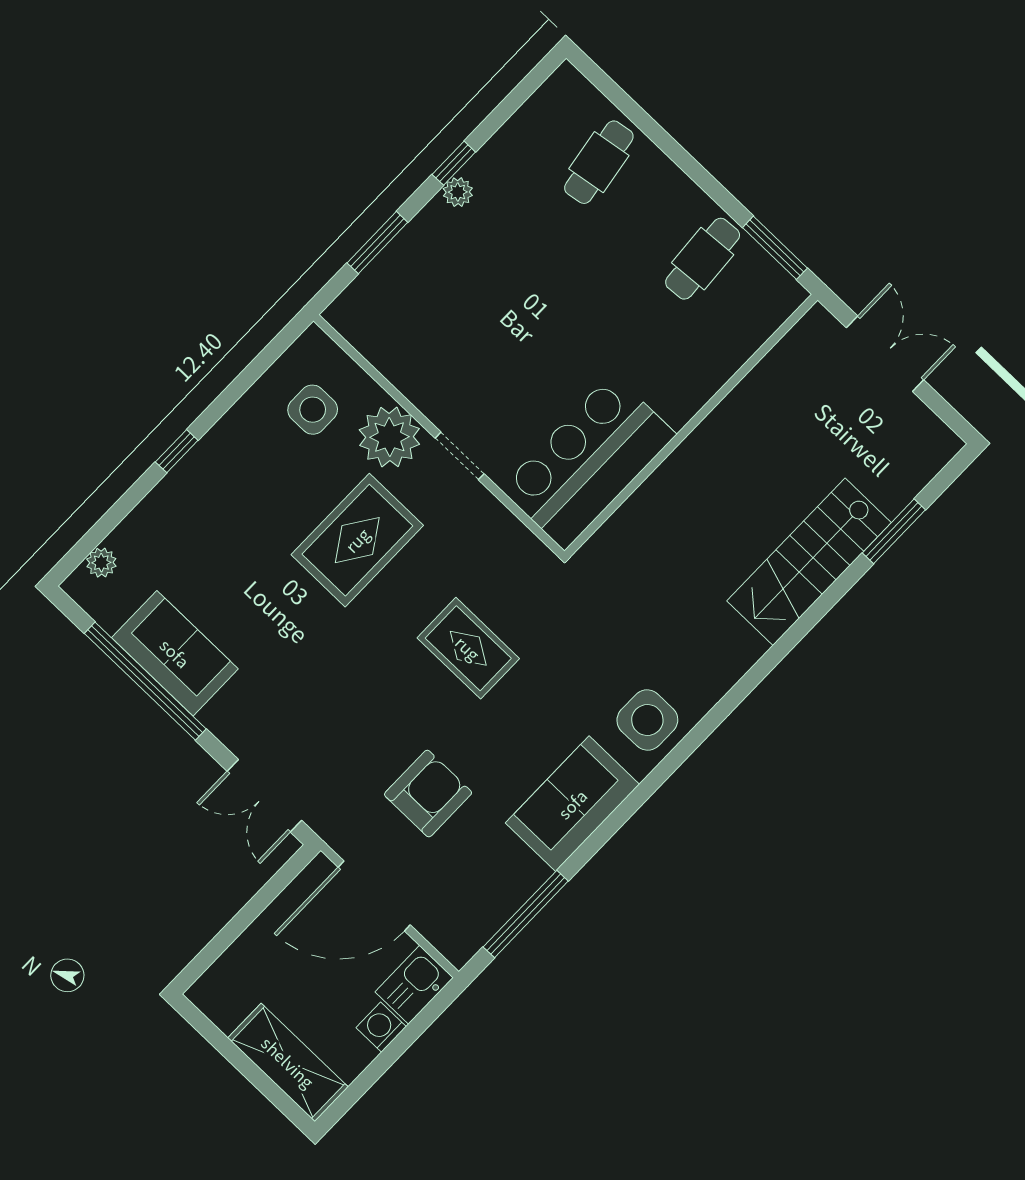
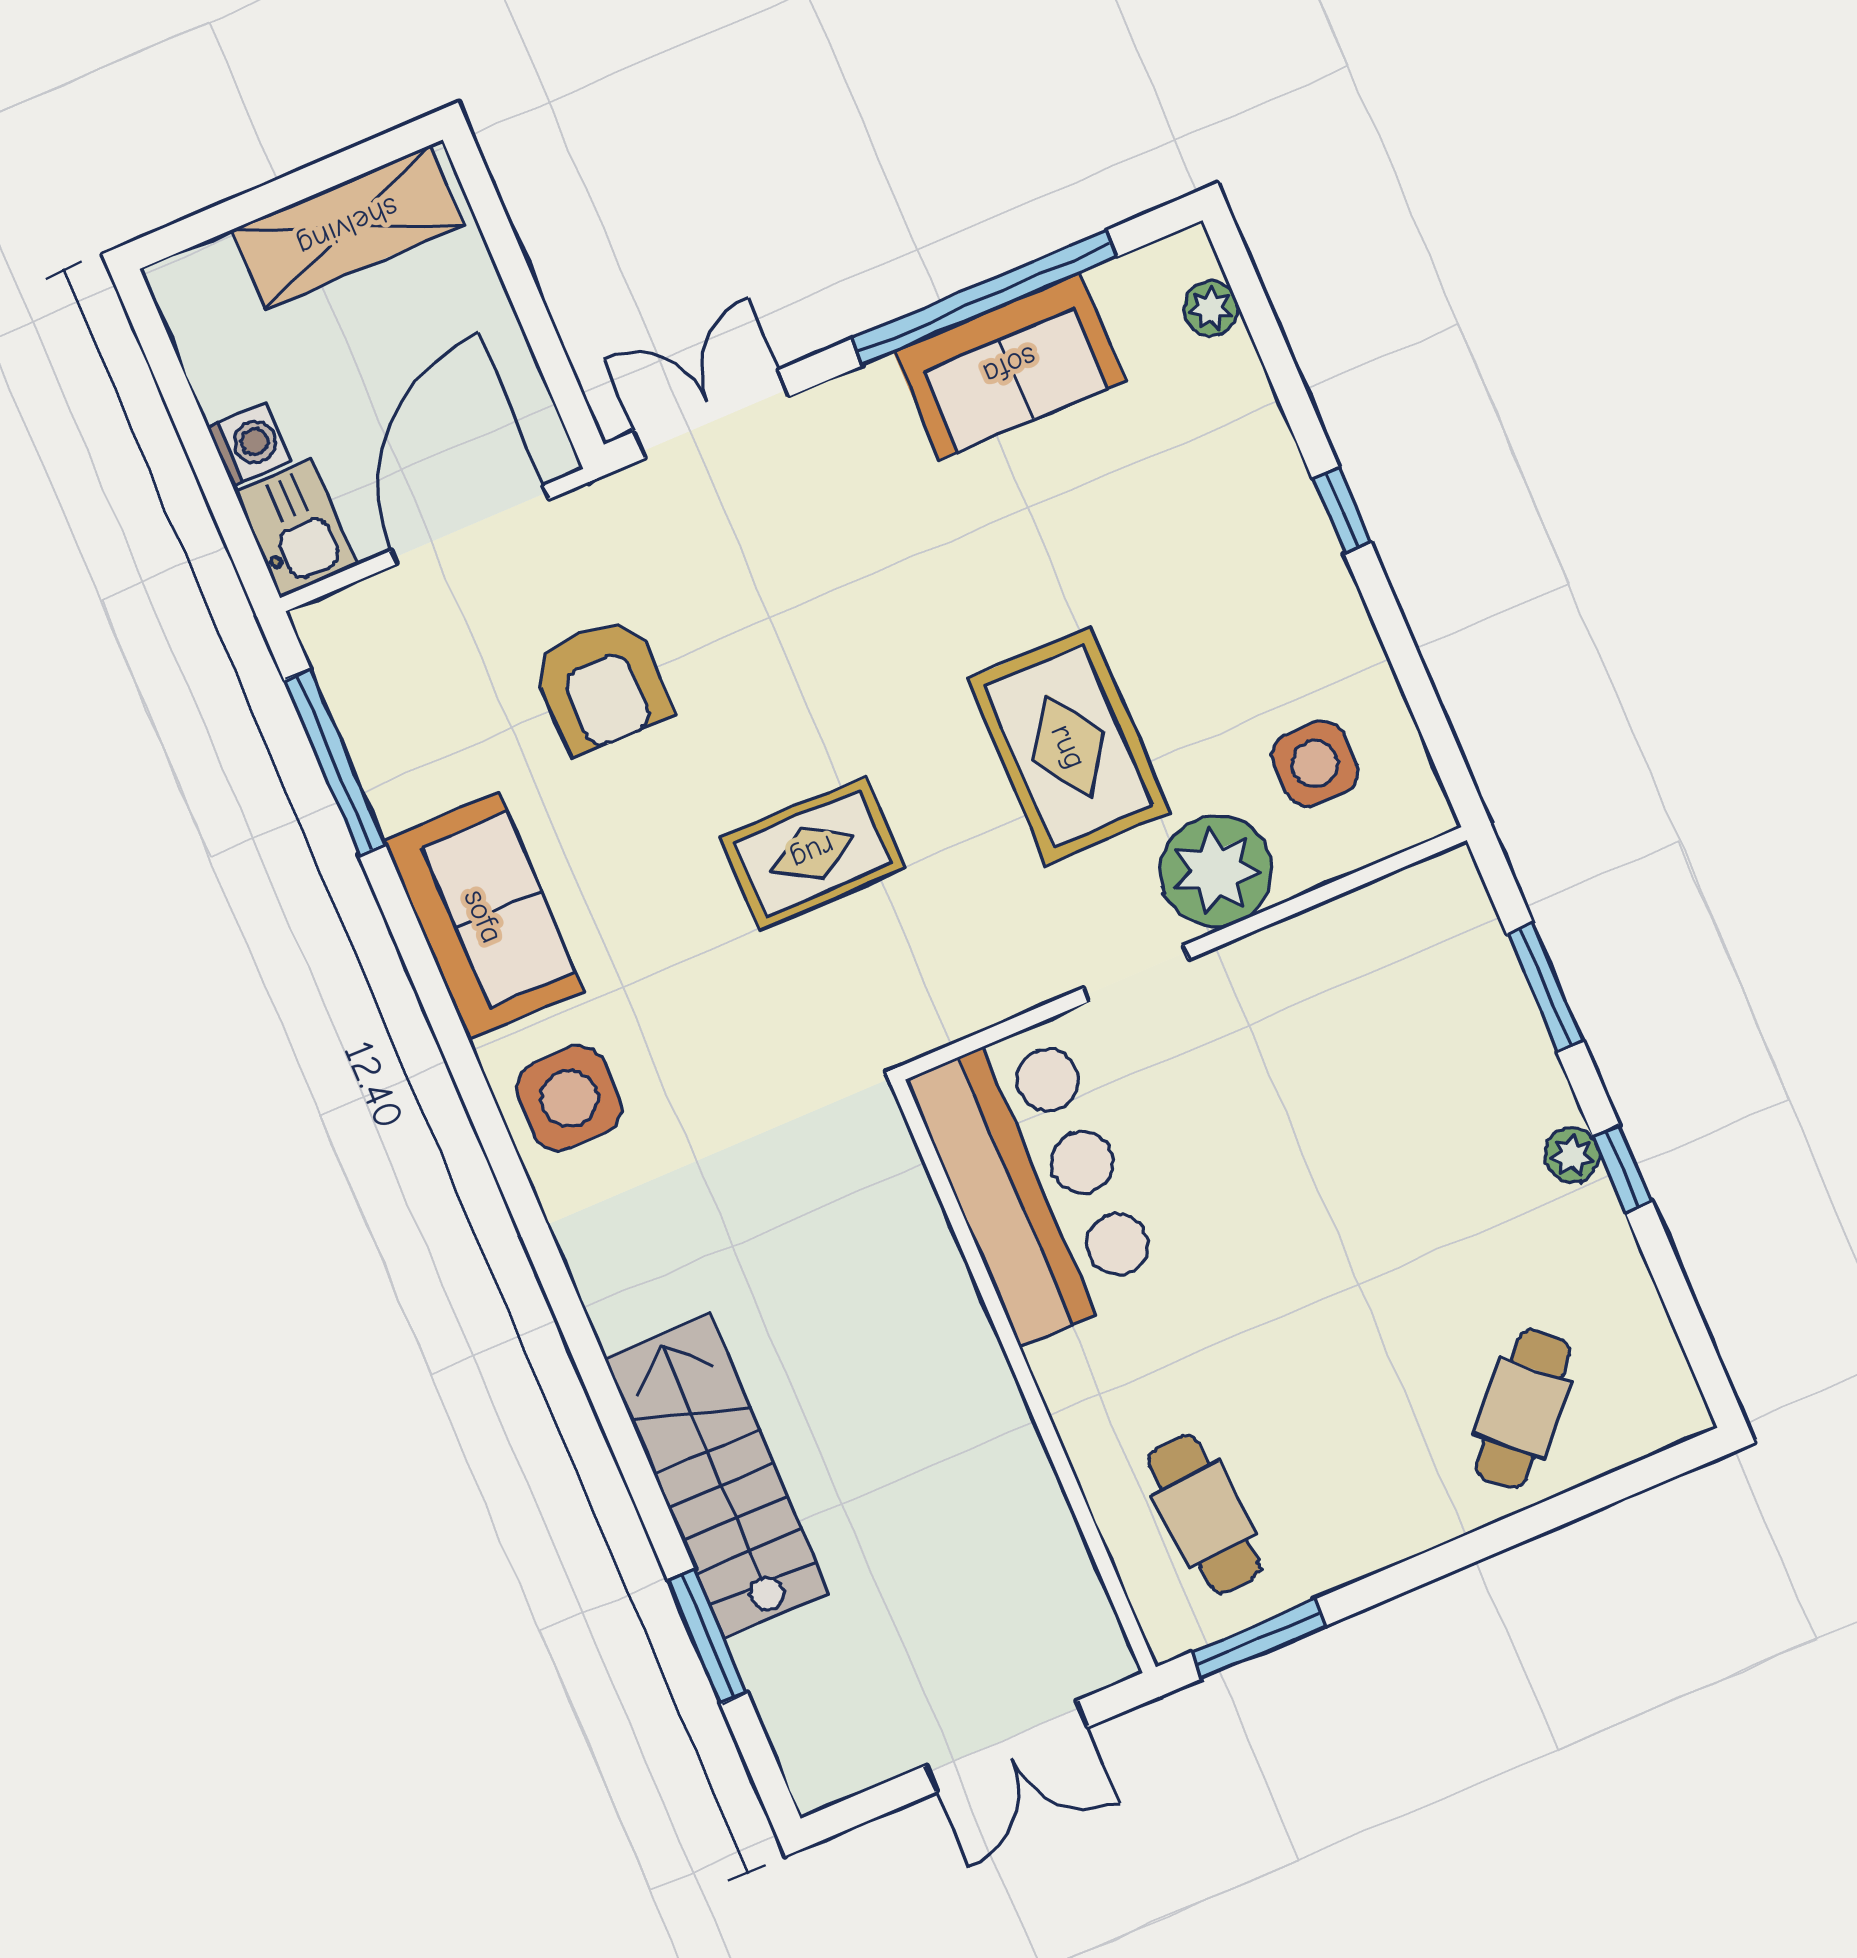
cafe table: (599, 162) -> (1523, 1409), turned 51
cafe table: (703, 259) -> (1204, 1514), moved
shelving: (288, 1062) -> (348, 227), moved

